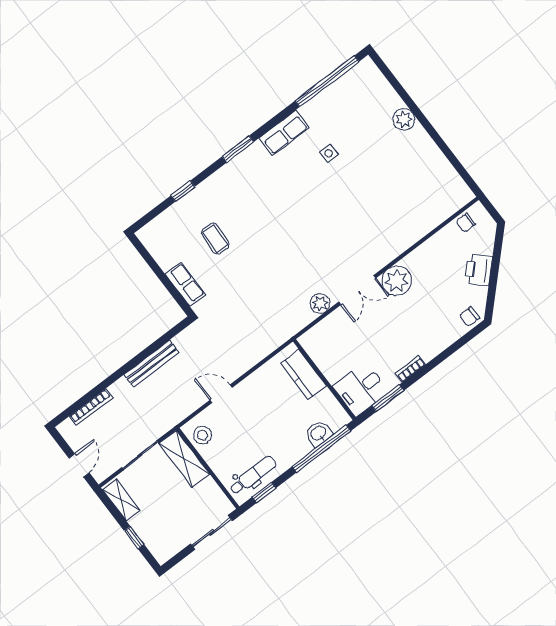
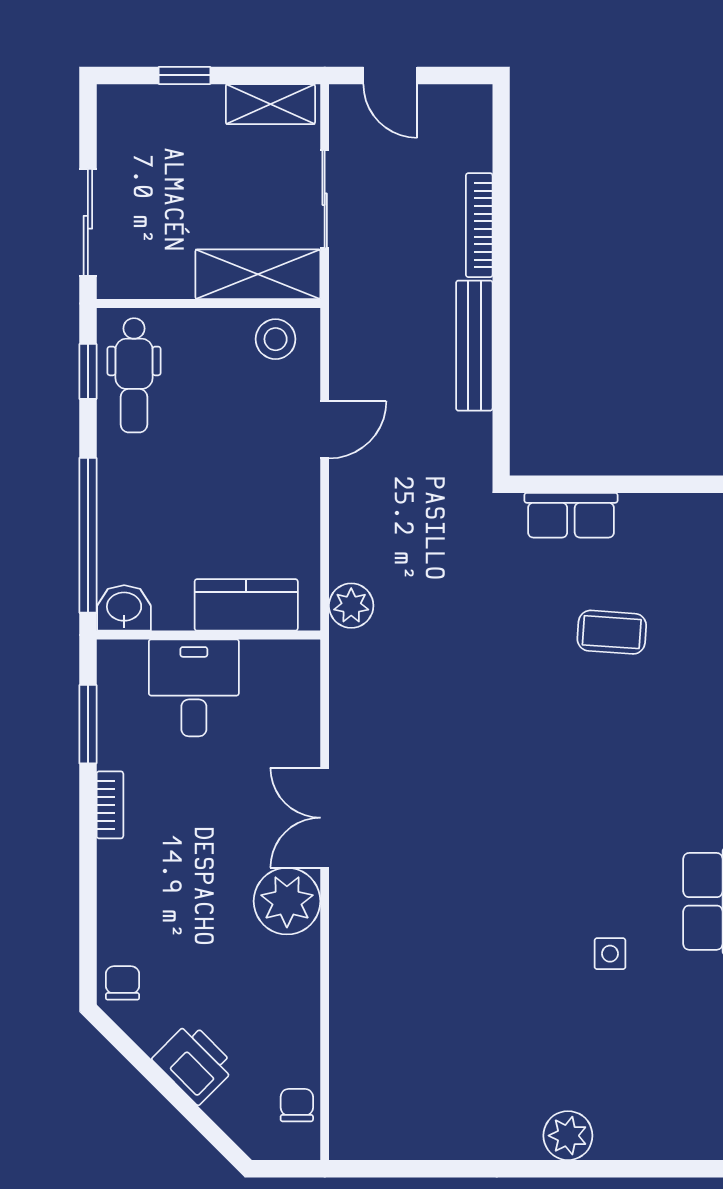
plant: (320, 304) -> (351, 606), moved
desk: (361, 389) -> (194, 688), moved
bookcase: (91, 407) -> (479, 225), moved
washbasin: (319, 433) -> (124, 608), moved, turned -90

